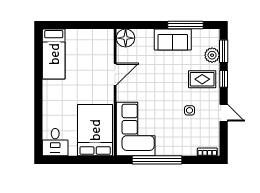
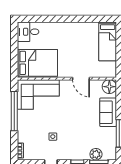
sofa: (173, 40) -> (108, 112), moved
bed: (54, 54) -> (108, 41), moved, turned -90
rug: (202, 79) -> (77, 146), removed

